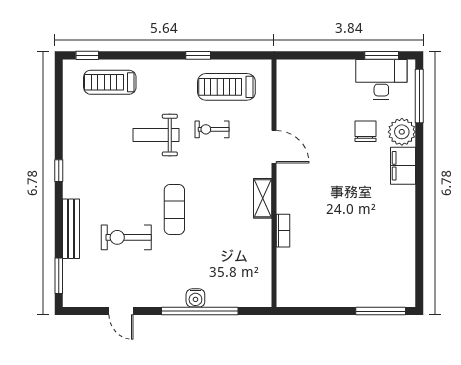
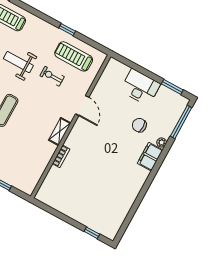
desk: (381, 79) -> (140, 87), moved
chair: (365, 131) -> (139, 125), turned -90
plant: (402, 132) -> (162, 143), width x0.53, depth x0.53
window: (381, 311) -> (92, 233), width x0.46

